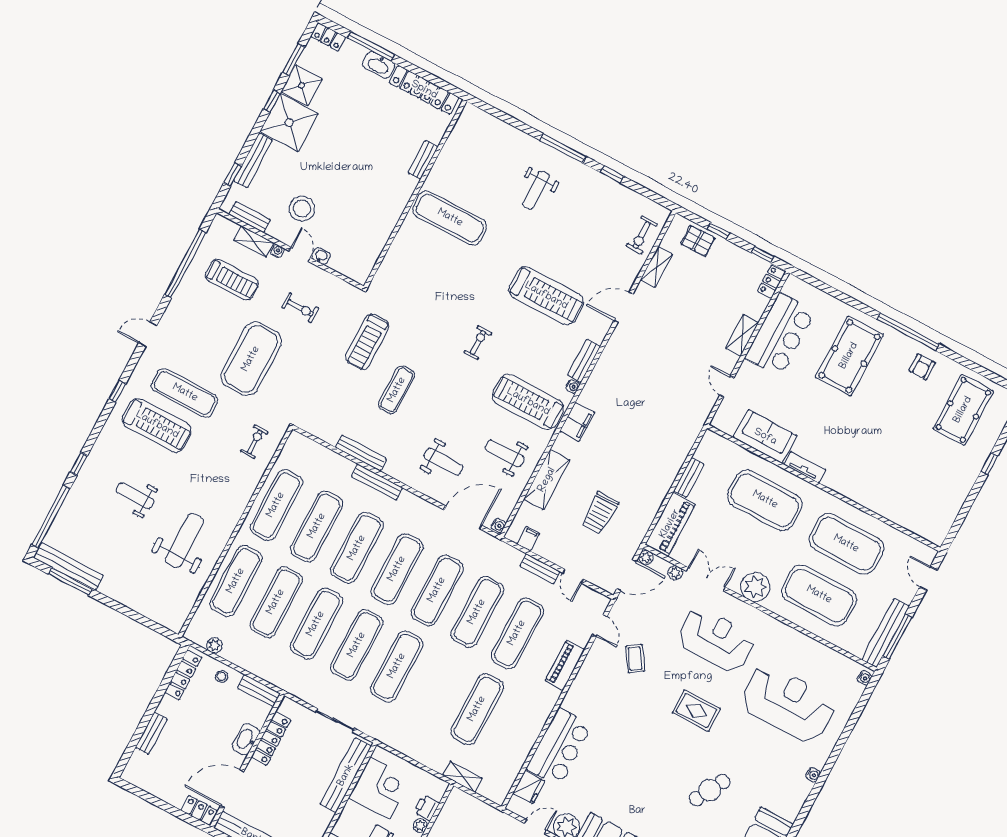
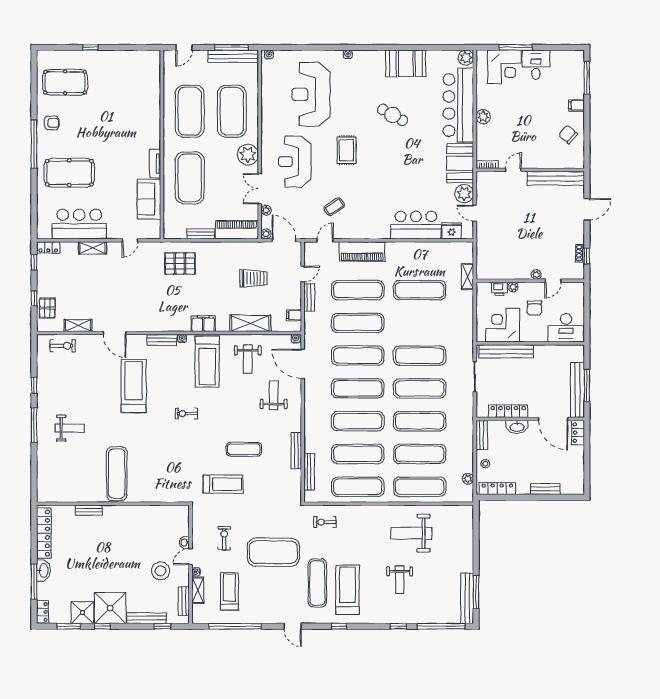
pallet: (666, 433) -> (180, 263), added
bench: (377, 482) -> (309, 472), moved
piano: (565, 665) -> (362, 252), width x1.37, depth x1.33

